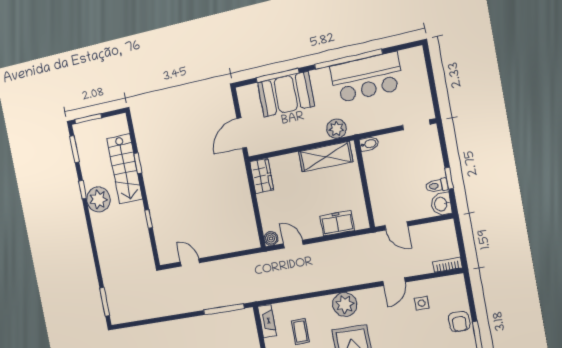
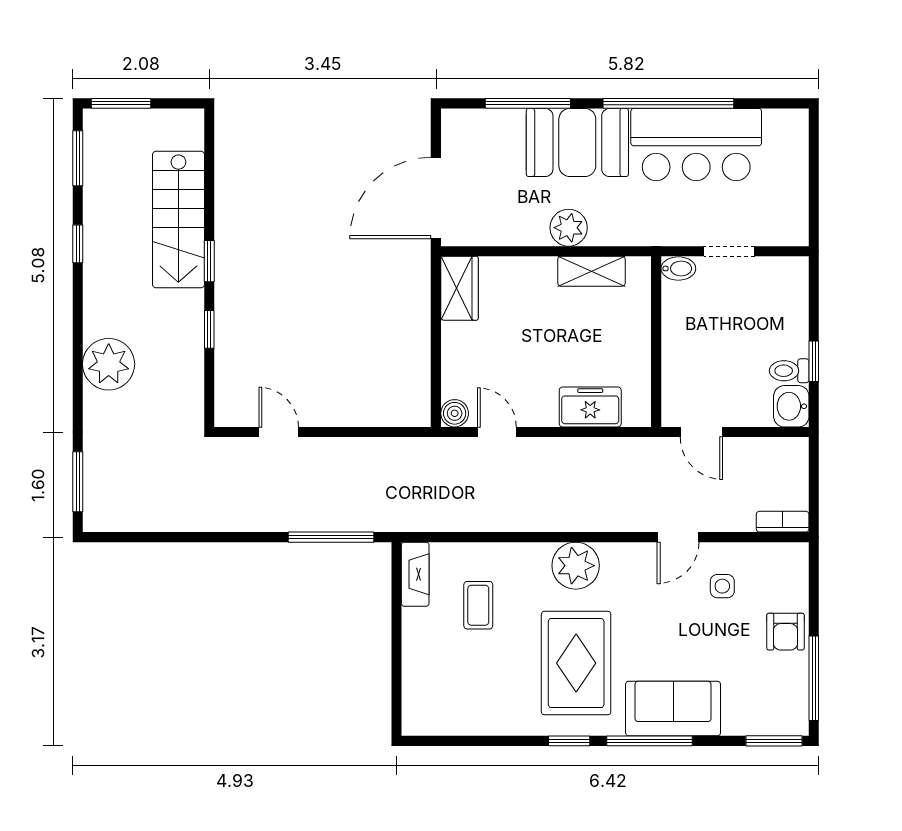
booth: (286, 94) -> (577, 142), moved
doorway: (416, 125) -> (729, 251), moved
plant: (336, 129) -> (569, 228), moved
door: (242, 133) -> (436, 198), width x1.36
shelving: (326, 157) -> (592, 271), width x0.67, depth x0.75
window: (138, 163) -> (209, 261), moved
plant: (98, 199) -> (109, 364), moved

